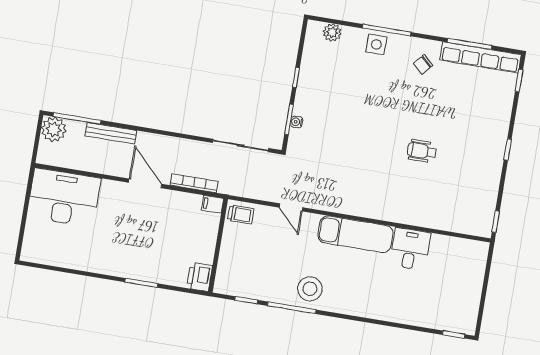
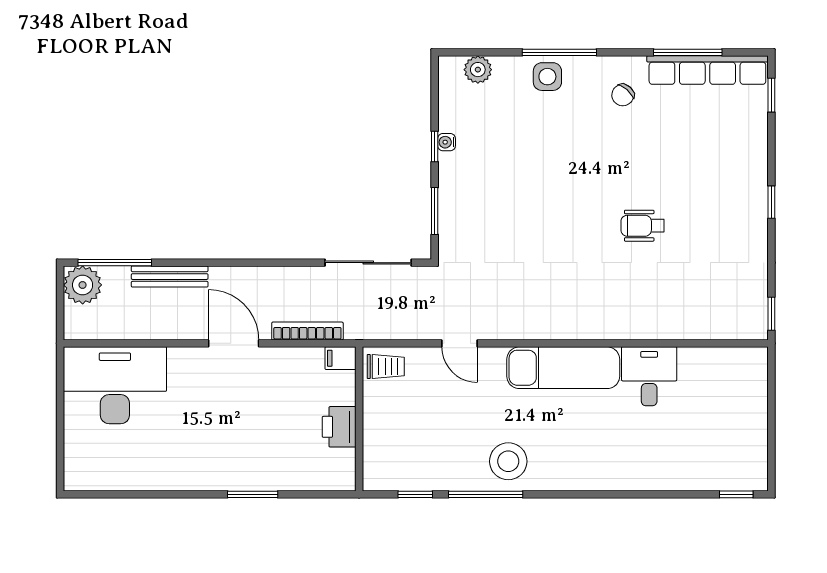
water cooler: (297, 122) -> (447, 142), moved
printer: (200, 277) -> (339, 427), moved

